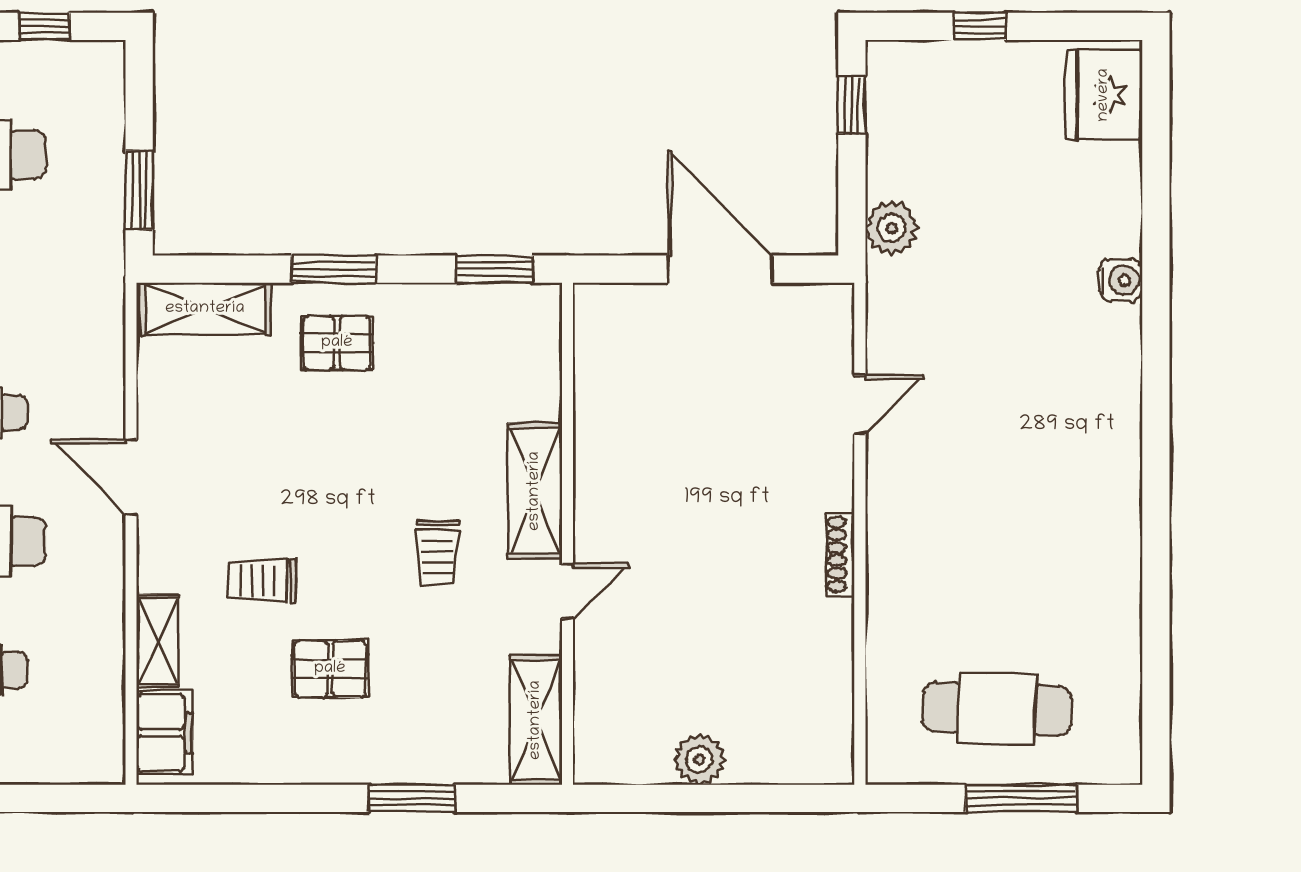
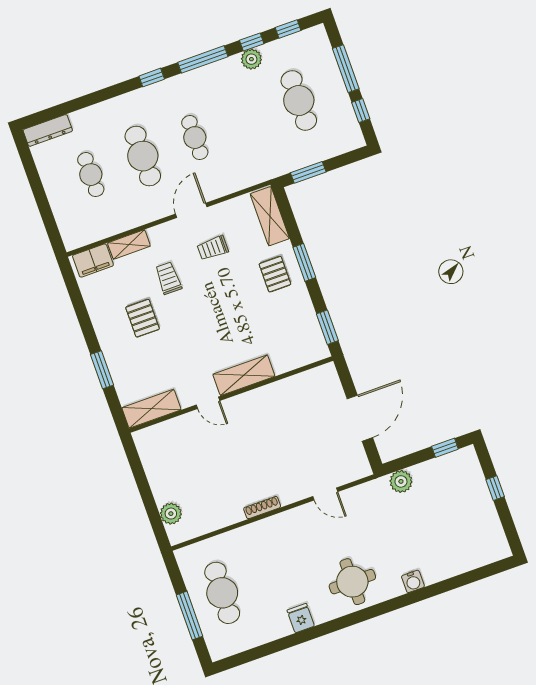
fridge: (1104, 95) -> (301, 618), moved, width x0.53, depth x0.75
round table: (1074, 414) -> (352, 582), added
trolley: (438, 553) -> (213, 248), moved
plant: (699, 760) -> (171, 514), moved

